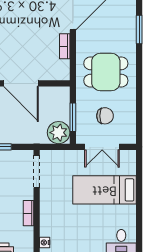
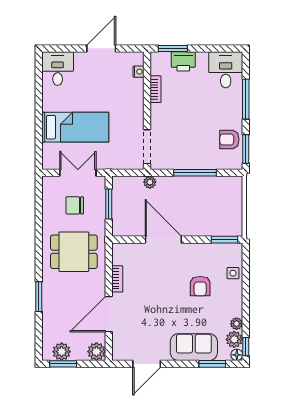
plant: (59, 133) -> (150, 182), moved, width x0.53, depth x0.53
bookcase: (28, 213) -> (156, 89), moved

